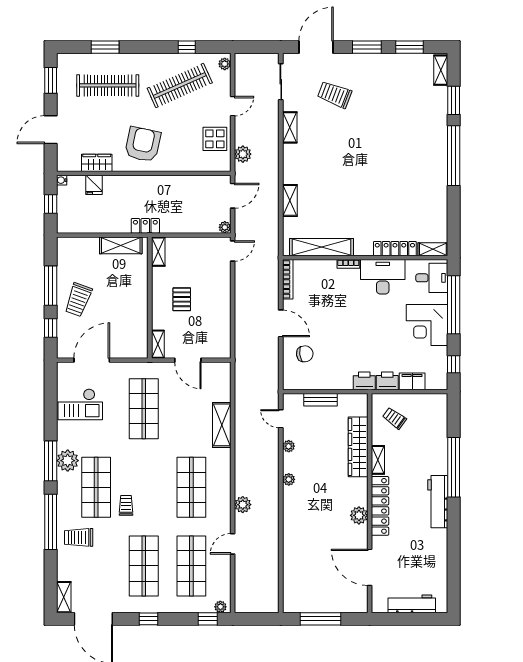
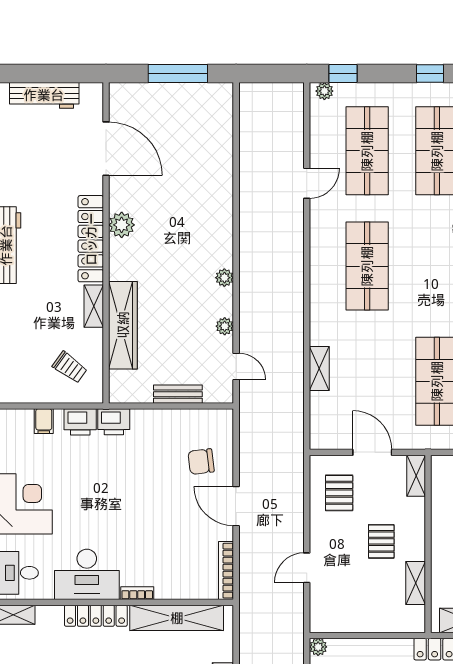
locker: (395, 249) -> (96, 616), moved
door: (233, 251) -> (307, 568), moved
shelving: (158, 252) -> (416, 583), moved
pallet: (210, 332) -> (339, 493), added
filing cabinet: (412, 381) -> (44, 421), width x0.50
shelving: (222, 425) -> (319, 368), width x0.67, depth x0.75
plant: (243, 505) -> (292, 241), removed

